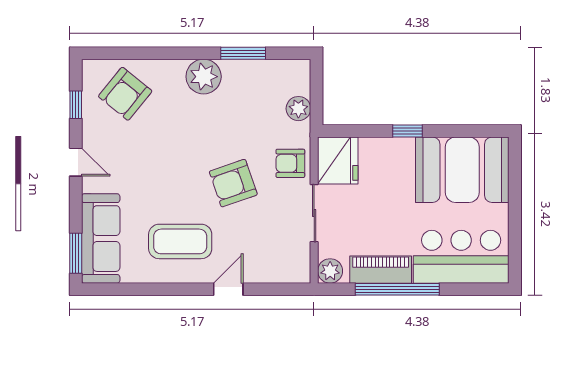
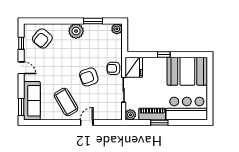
plant: (298, 109) -> (117, 29), moved
coffee table: (180, 241) -> (66, 102), turned 60
window: (397, 289) -> (159, 123), width x0.47

